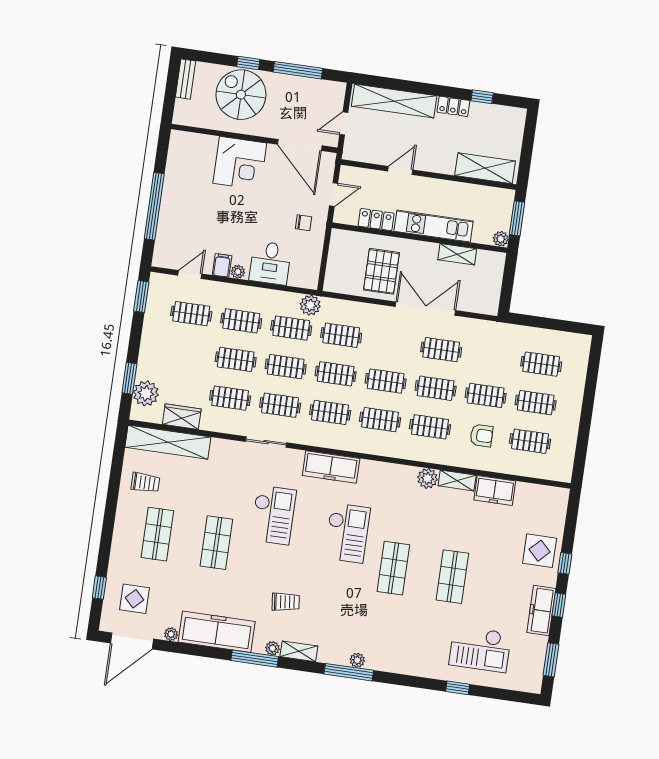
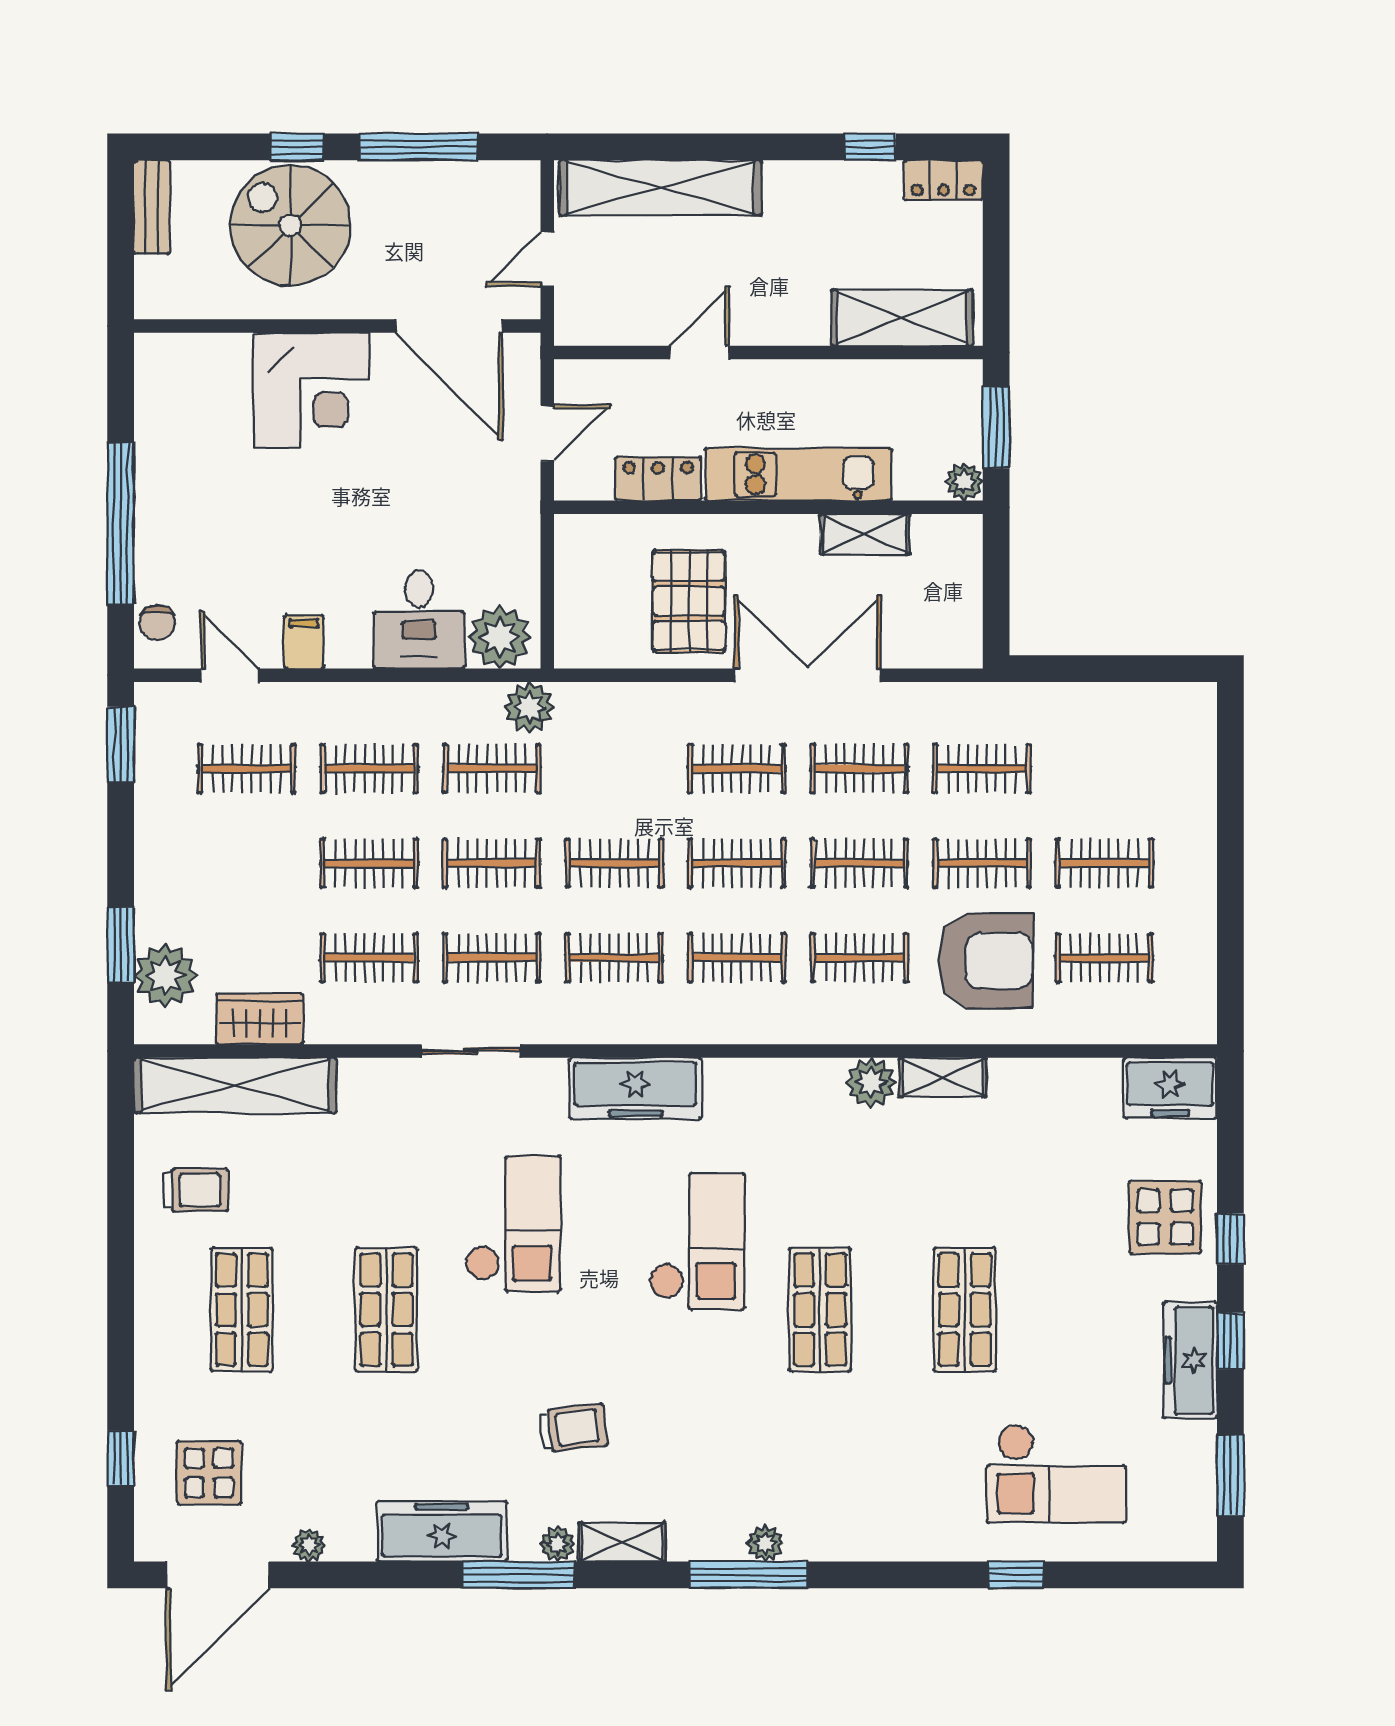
locker: (453, 106) -> (943, 180), moved
chair: (304, 223) -> (157, 623), moved, turned 90
plant: (238, 272) -> (500, 637), moved, width x1.87, depth x1.87
door: (190, 275) -> (230, 675), hinge flipped
clothes rail: (341, 335) -> (737, 769), moved
clothes rail: (541, 364) -> (982, 769), moved
armchair: (482, 436) -> (986, 961), width x1.88, depth x1.88
freezer: (495, 490) -> (1170, 1088), moved
freezer: (217, 632) -> (442, 1531), width x0.73, depth x0.79

